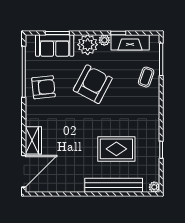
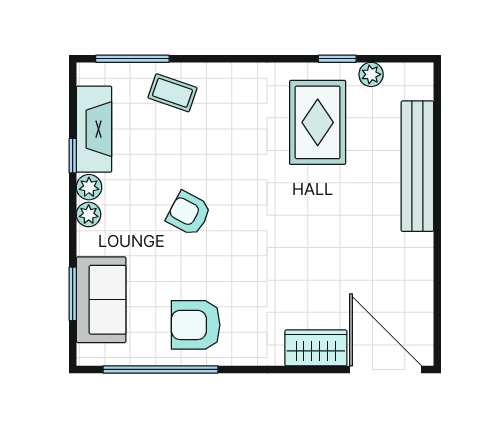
plant: (88, 45) -> (89, 214), width x0.53, depth x0.53
armchair: (93, 84) -> (189, 213), width x0.53, depth x0.53
armchair: (43, 87) -> (196, 325), turned -84
rug: (116, 149) -> (318, 122), moved
plant: (154, 187) -> (371, 74), moved

